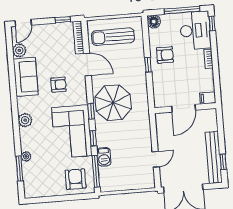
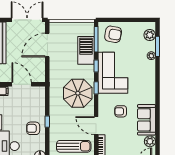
door: (183, 108) -> (22, 84), hinge flipped
plant: (25, 120) -> (150, 35), moved
barbecue: (104, 157) -> (86, 50), width x1.88, depth x1.53
door: (156, 159) -> (47, 45), width x1.87
armchair: (75, 179) -> (113, 34), turned -80

